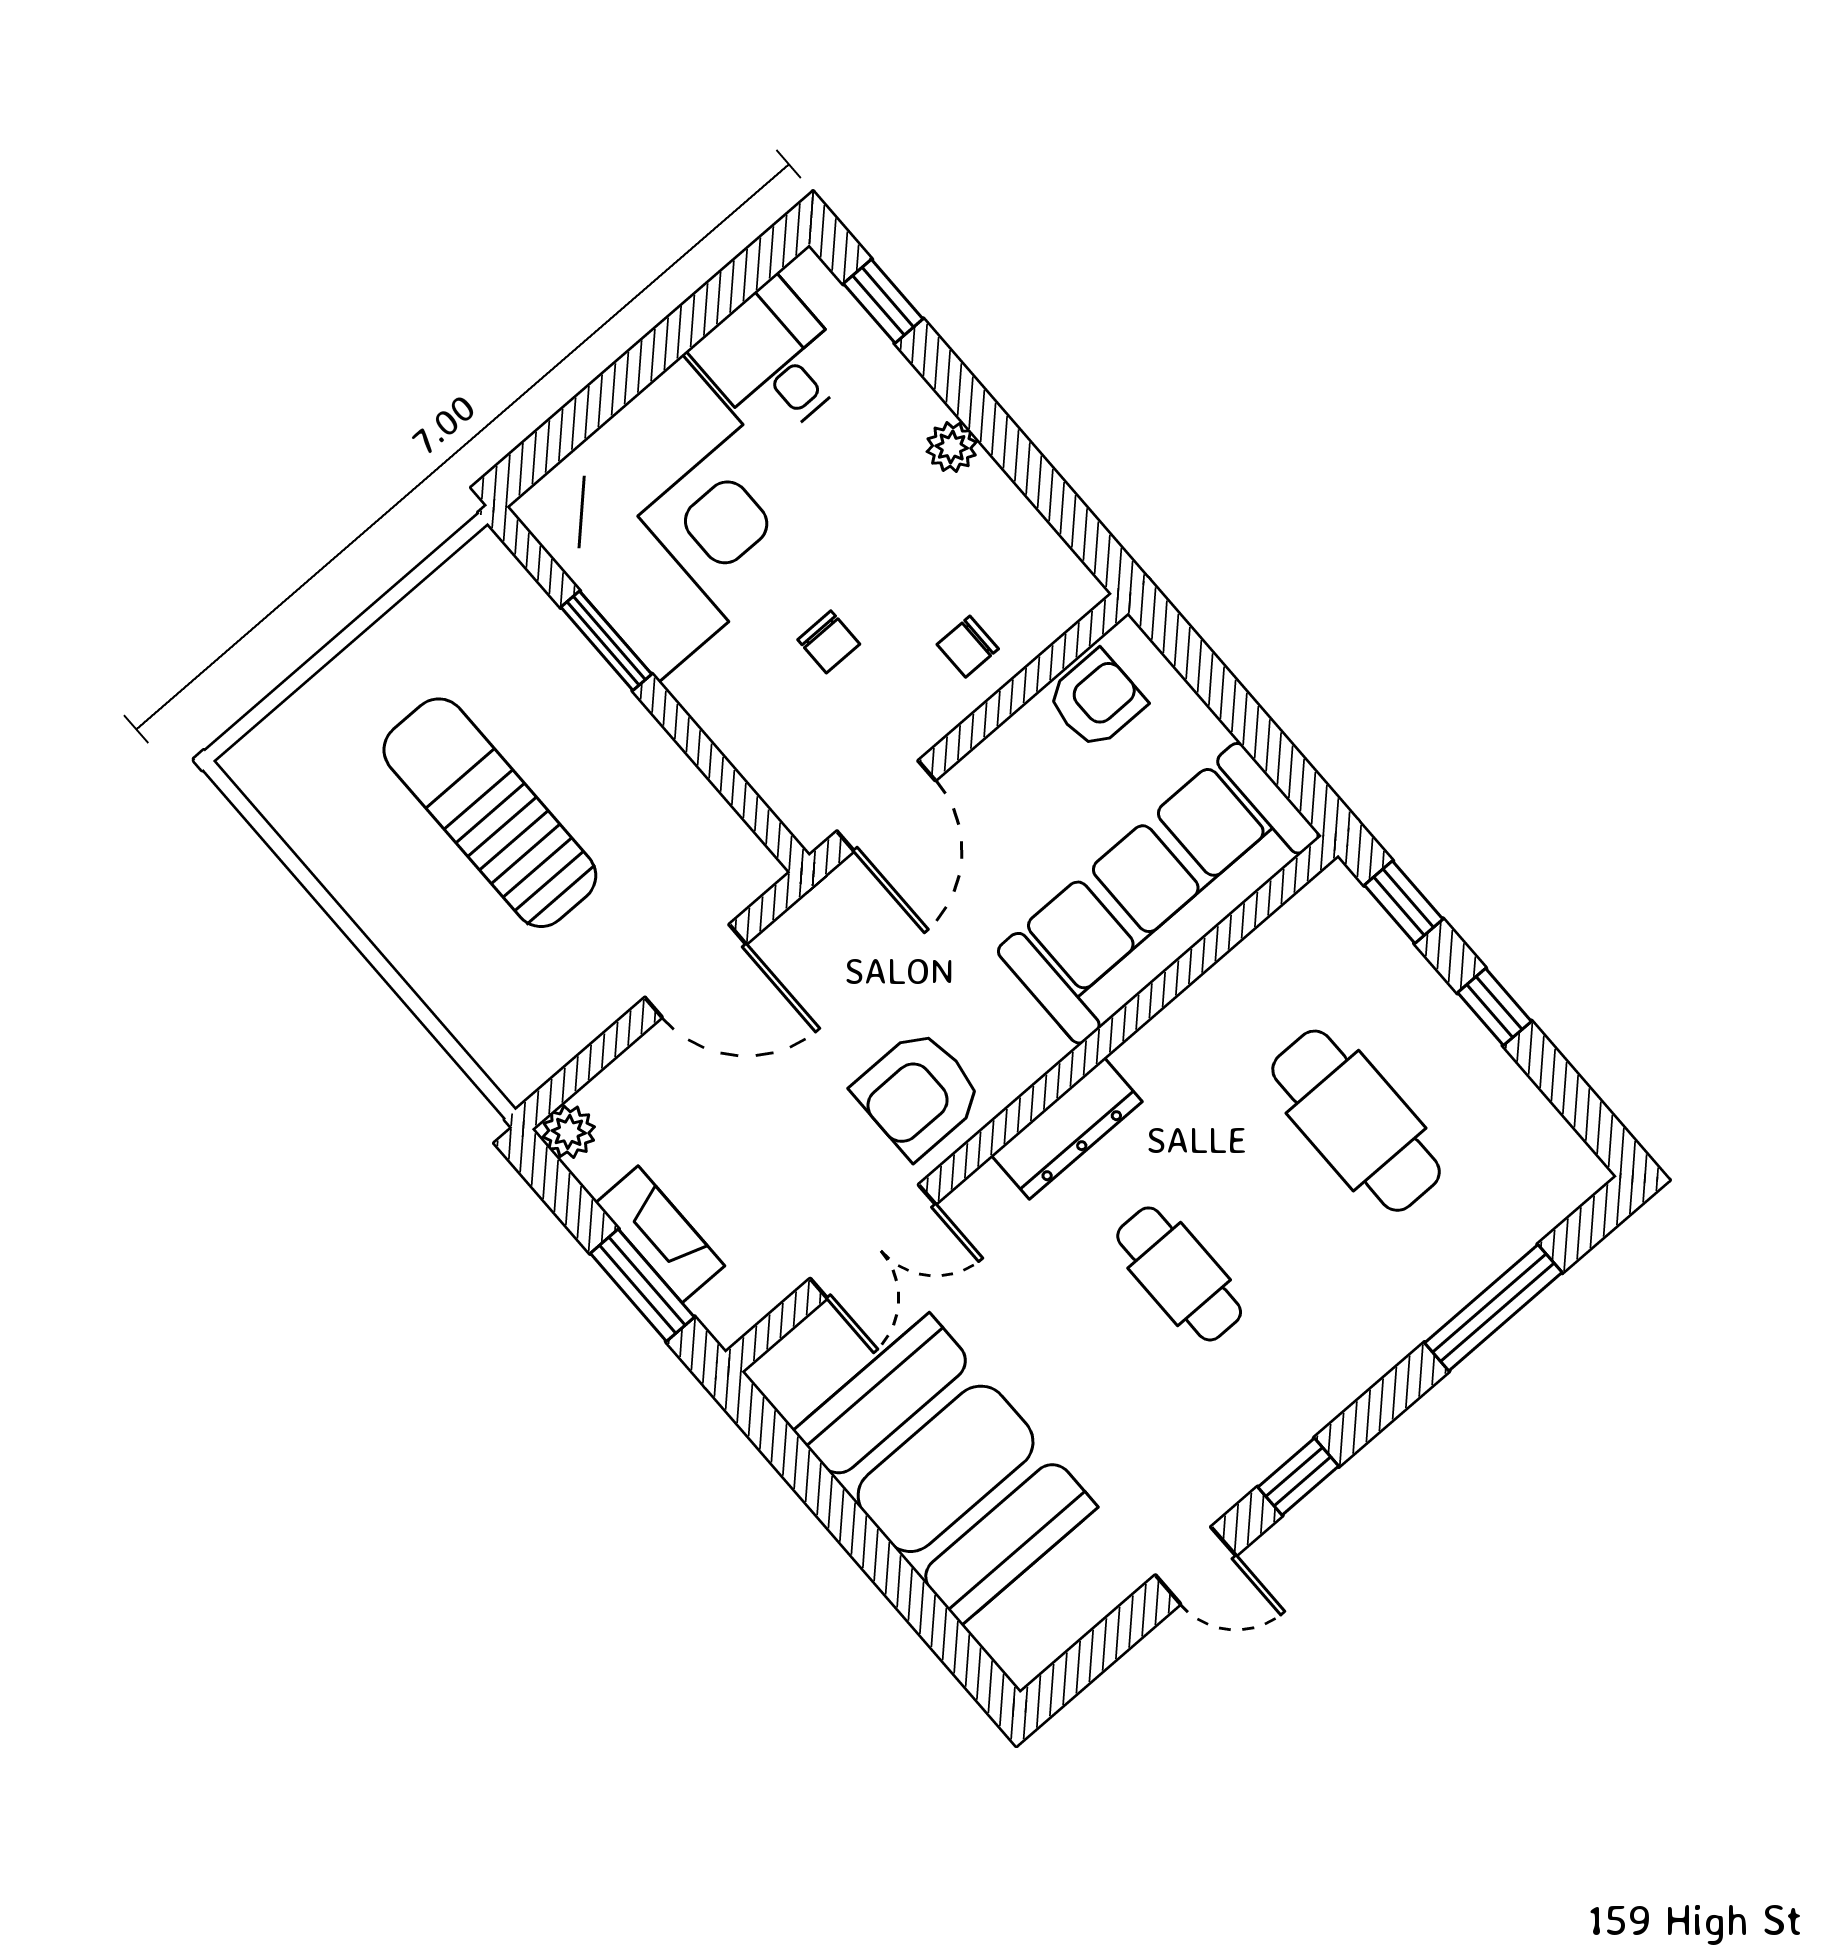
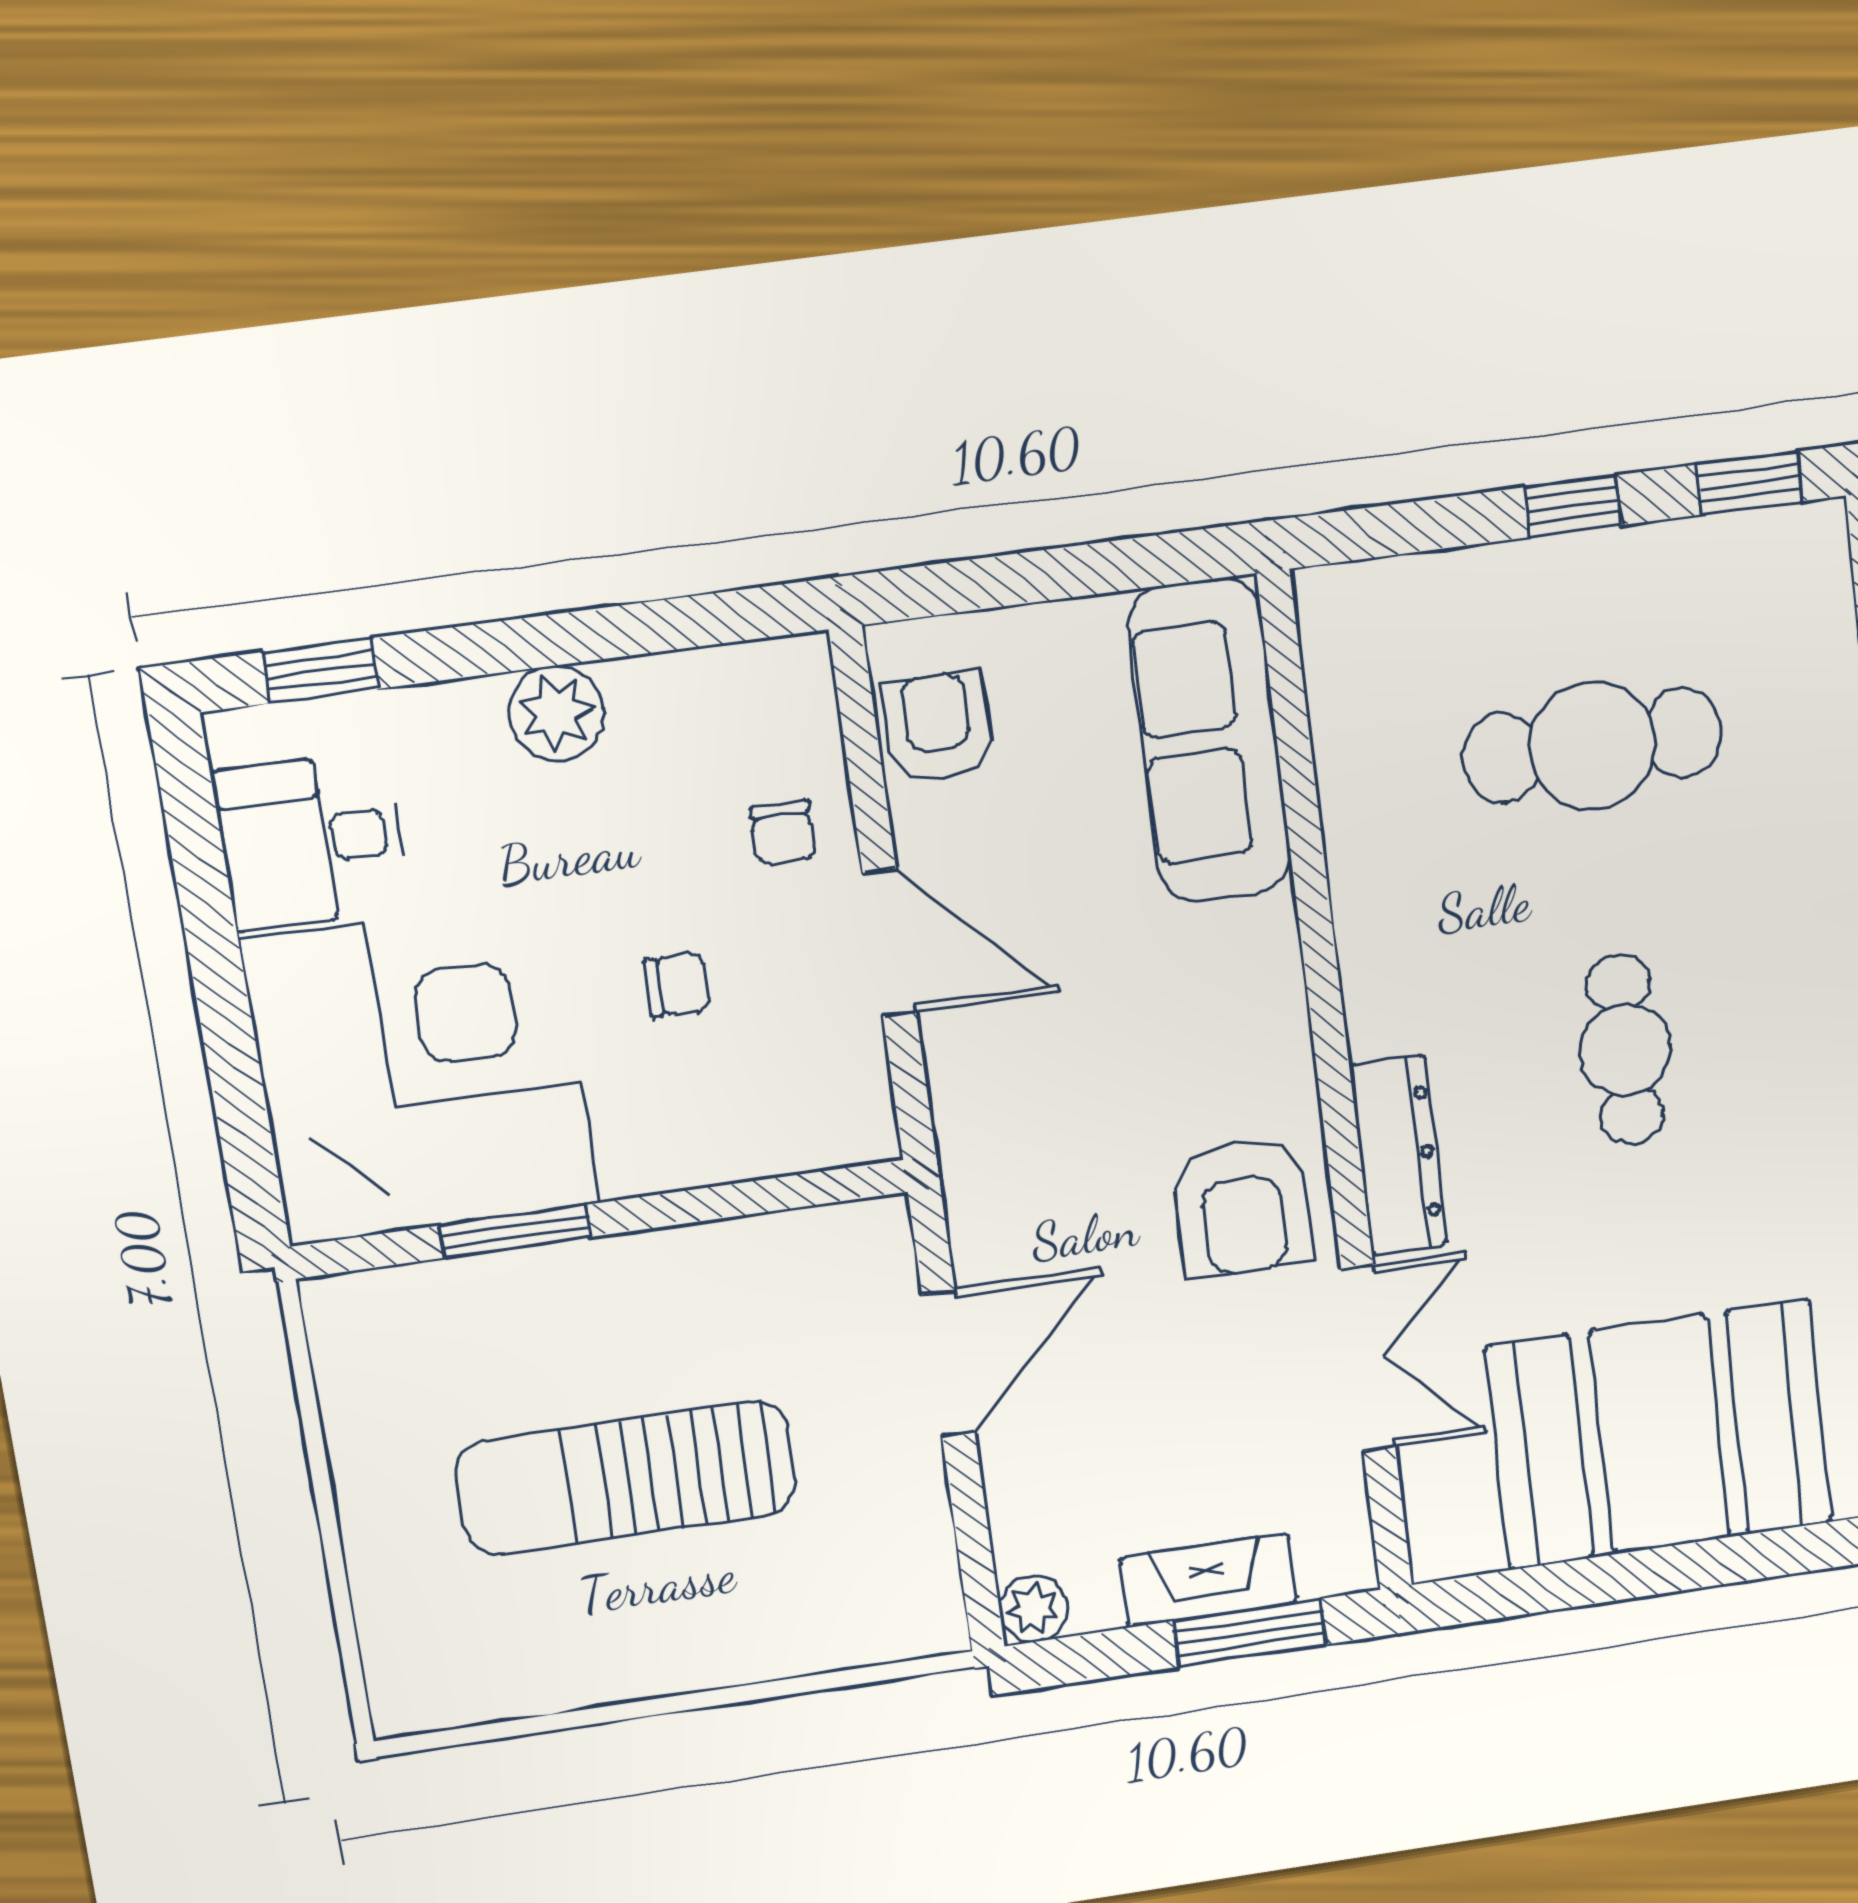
plant: (952, 447) -> (557, 713), width x1.38, depth x1.38
door: (886, 806) -> (889, 943), moved
sofa: (1158, 893) -> (1210, 741), width x0.74, depth x0.79
window: (1404, 902) -> (1750, 483), moved
dresser: (1067, 1128) -> (1398, 1155), moved
cafe table: (1179, 1274) -> (1625, 1050), turned 90

